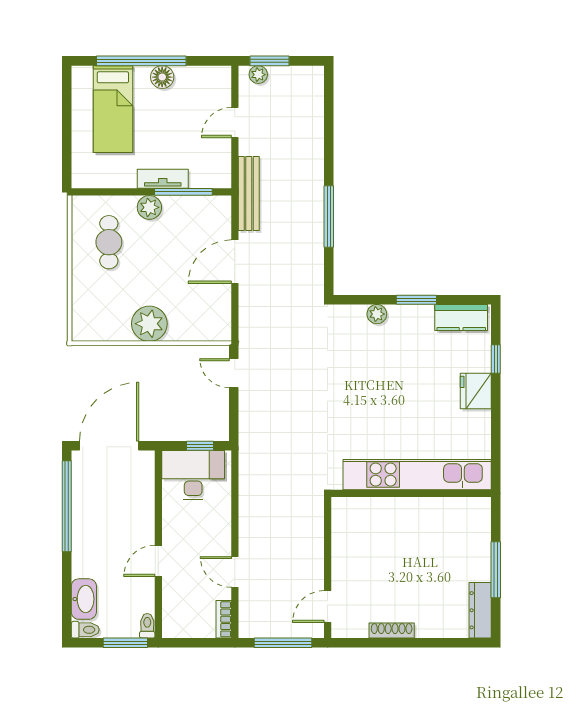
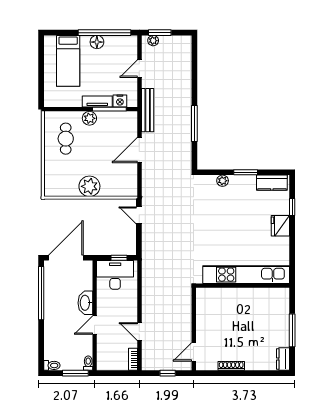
window: (141, 61) -> (104, 33), moved
nightstand: (201, 178) -> (120, 101), added
washbasin: (84, 599) -> (85, 303), moved, turned 180
dresser: (480, 610) -> (283, 359), width x0.70
window: (283, 643) -> (168, 373), width x0.46

